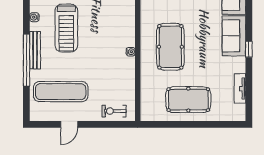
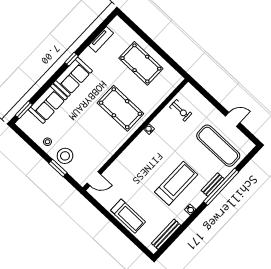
pool table: (170, 47) -> (120, 108), turned 90
bench: (35, 50) -> (213, 185), width x0.73
exercise bike: (114, 111) -> (181, 110), moved

